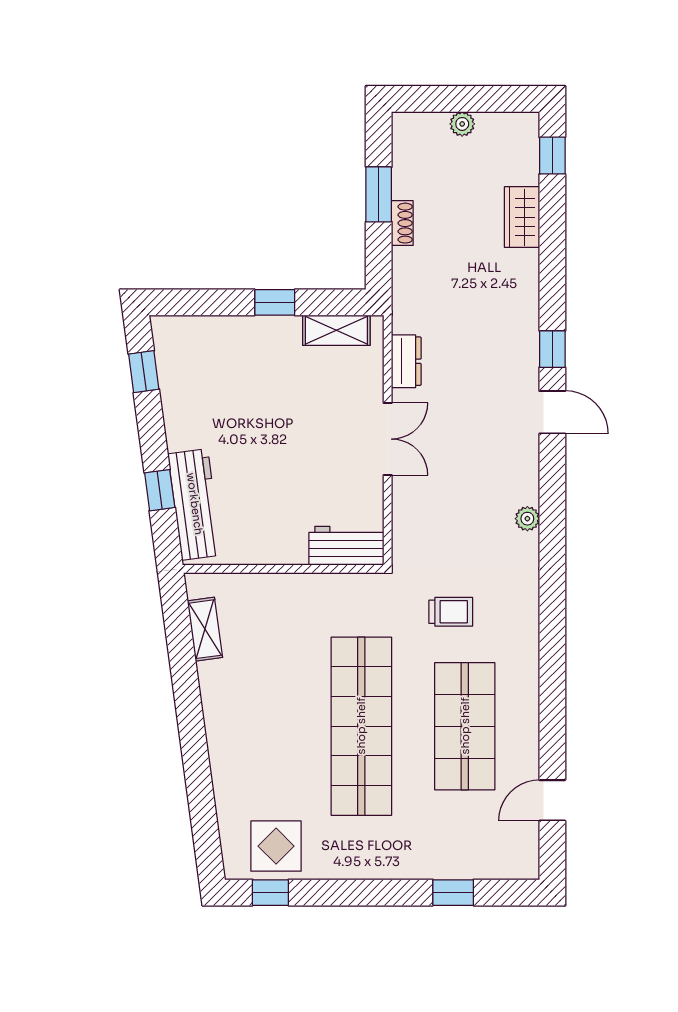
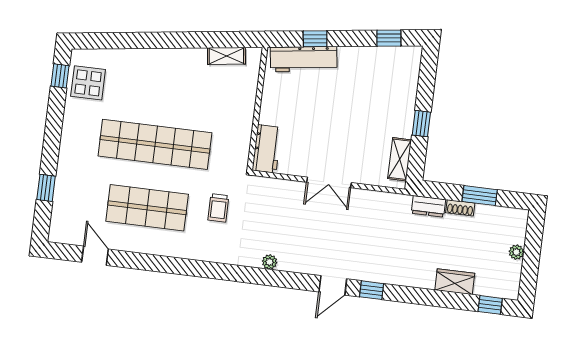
dresser: (406, 361) -> (428, 206), moved

